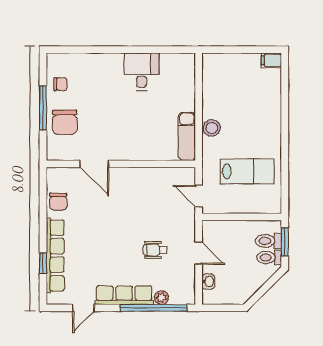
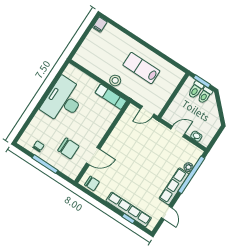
desk: (142, 72) -> (63, 100), width x1.87, depth x1.30
chair: (65, 122) -> (68, 148), moved
lab bench: (247, 171) -> (141, 68), moved, turned -90
chair: (58, 202) -> (92, 183), moved
wheelchair: (155, 250) -> (161, 154), removed

